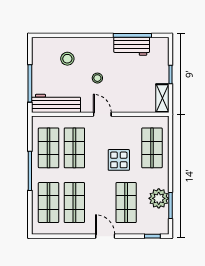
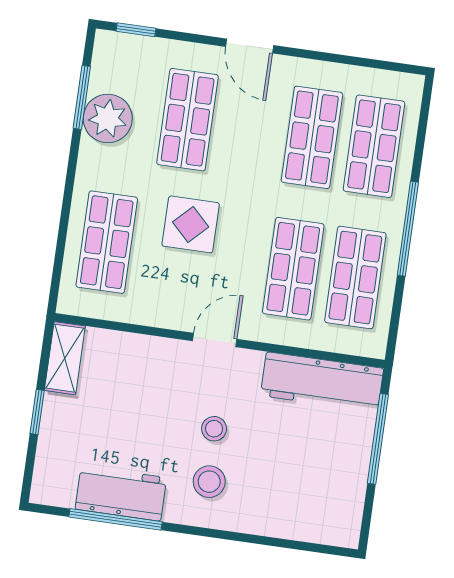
stool: (67, 59) -> (209, 482), moved
door: (102, 114) -> (215, 340), swing flipped

